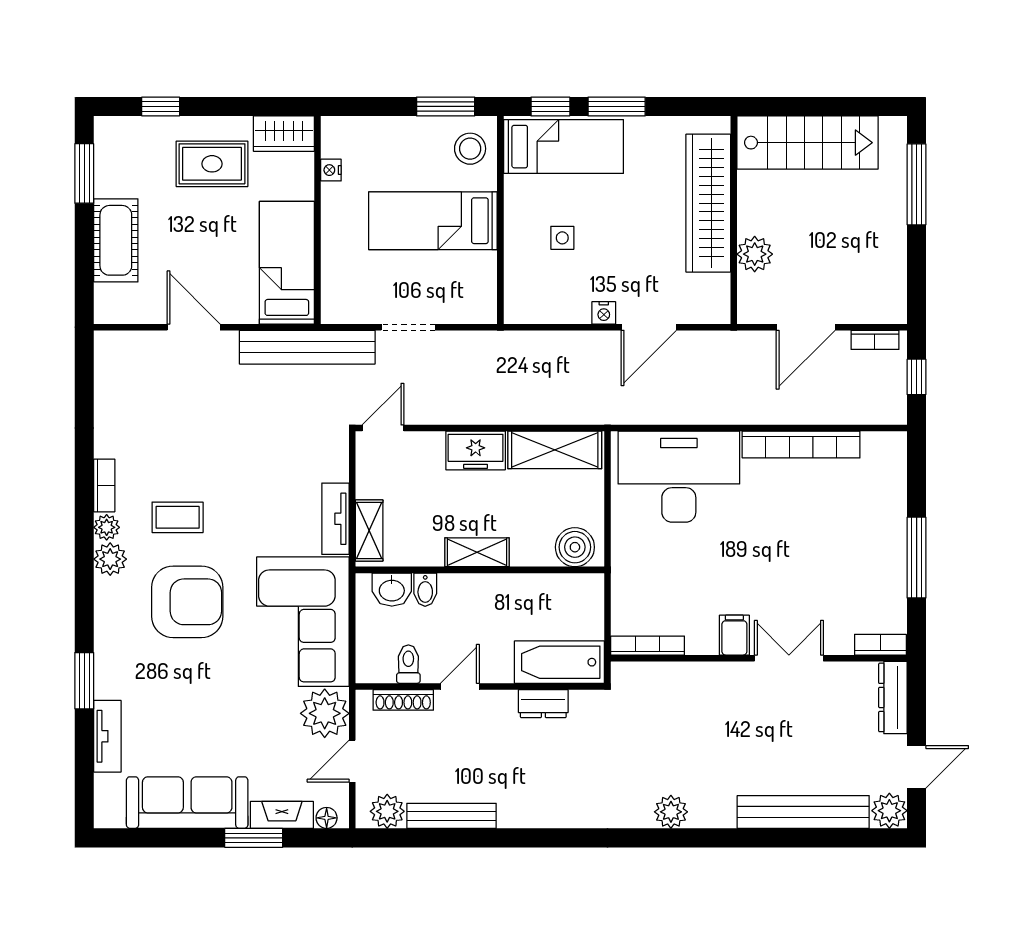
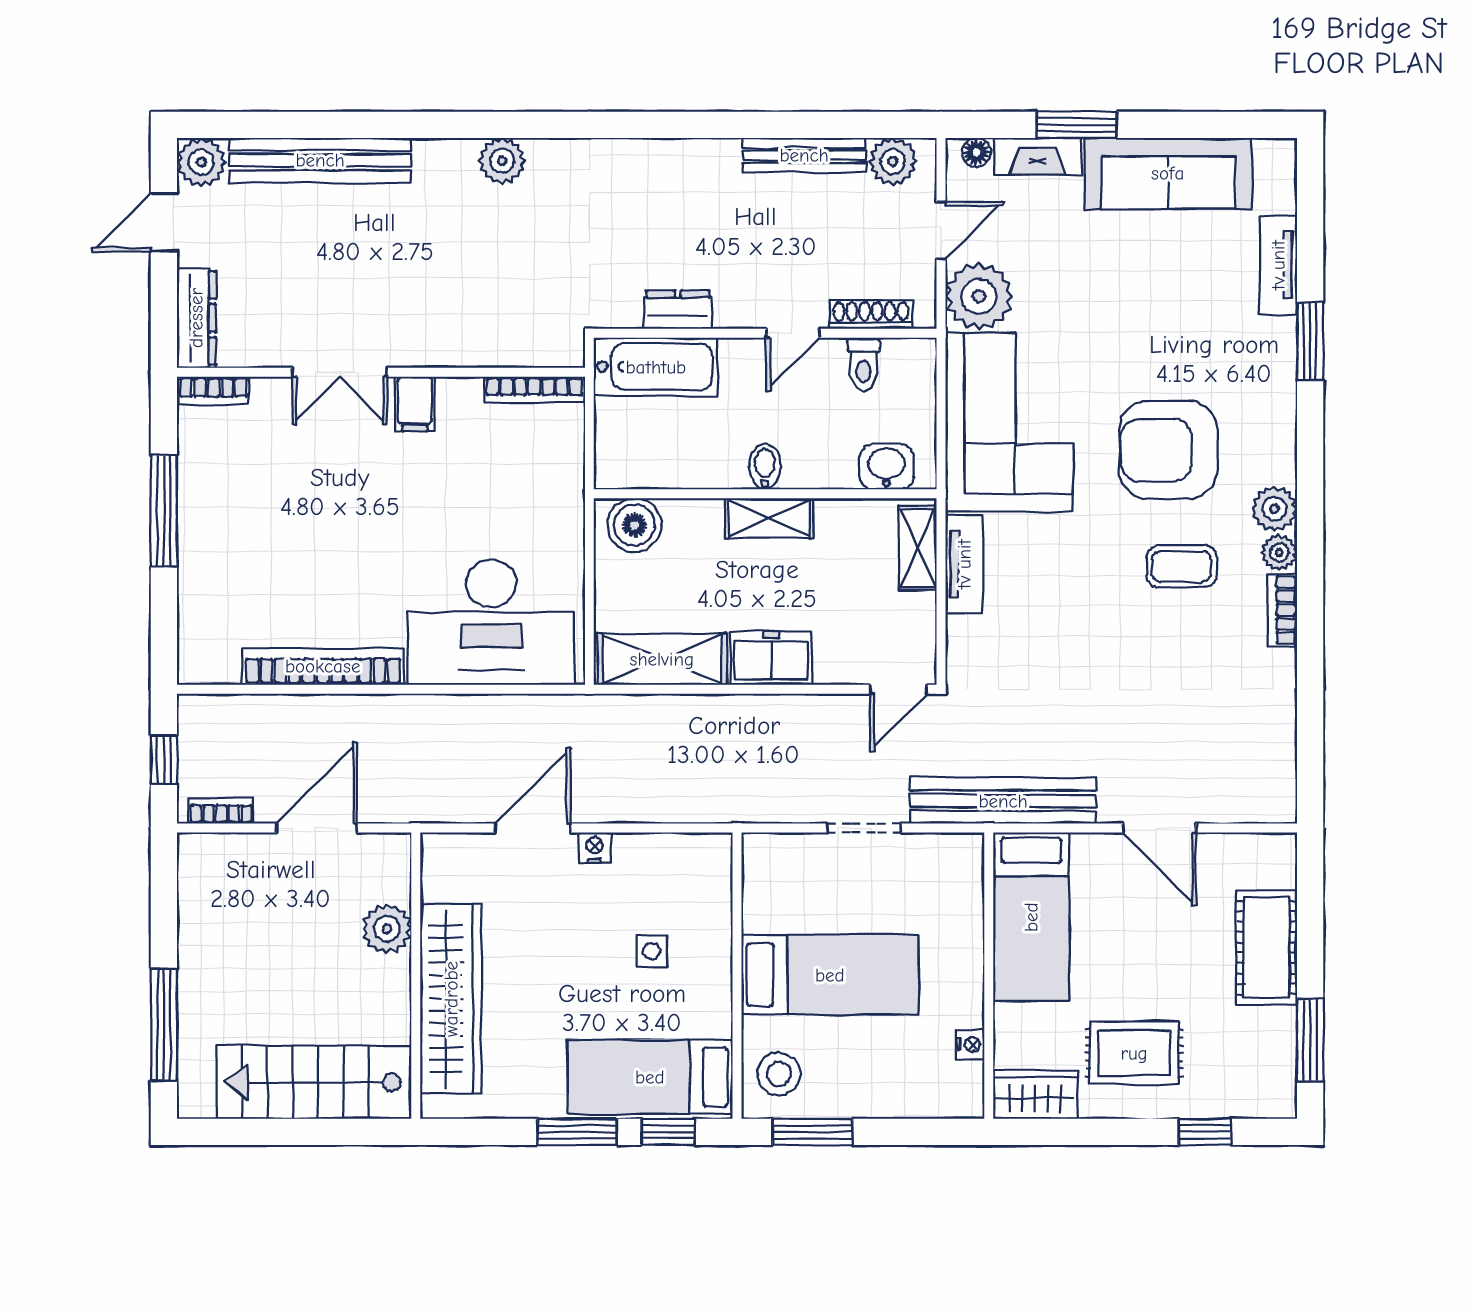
bidet: (425, 590) -> (765, 467), moved

